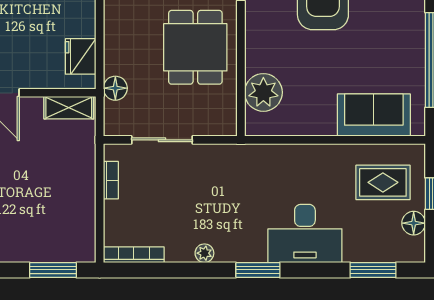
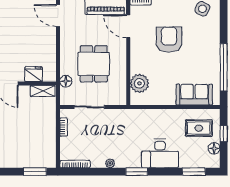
dining table: (195, 47) -> (94, 64), moved
fridge: (81, 56) -> (34, 74), moved, turned 90

